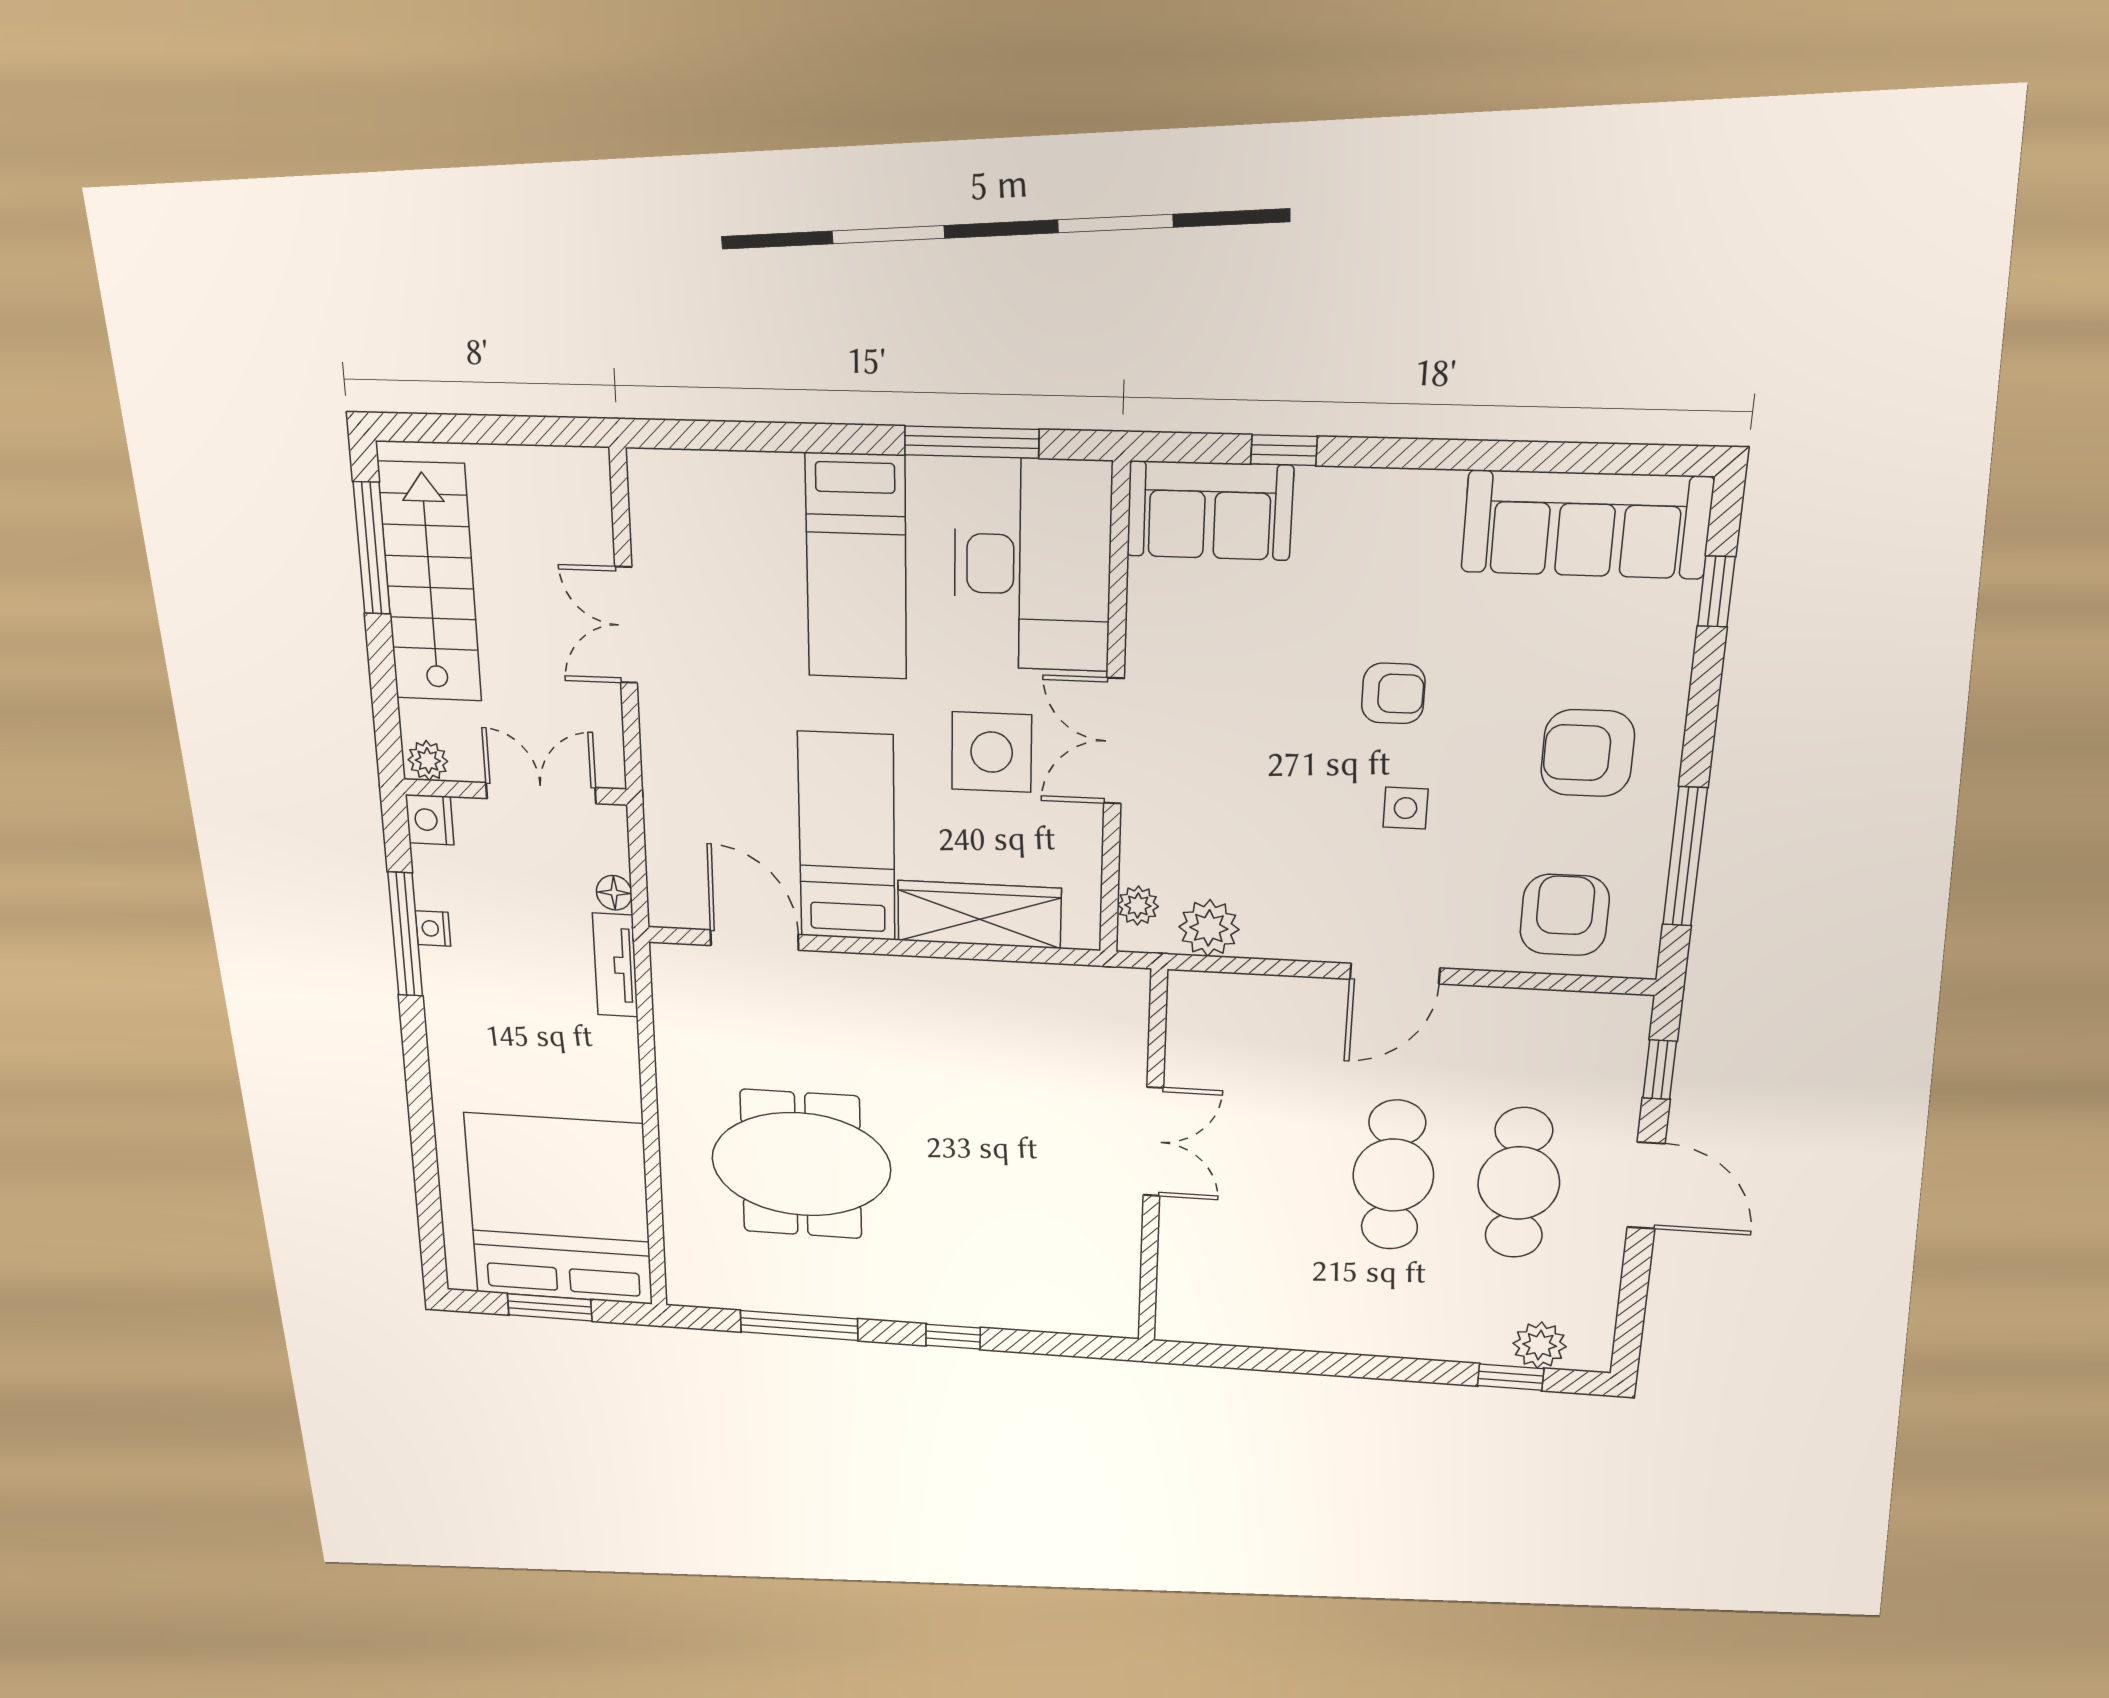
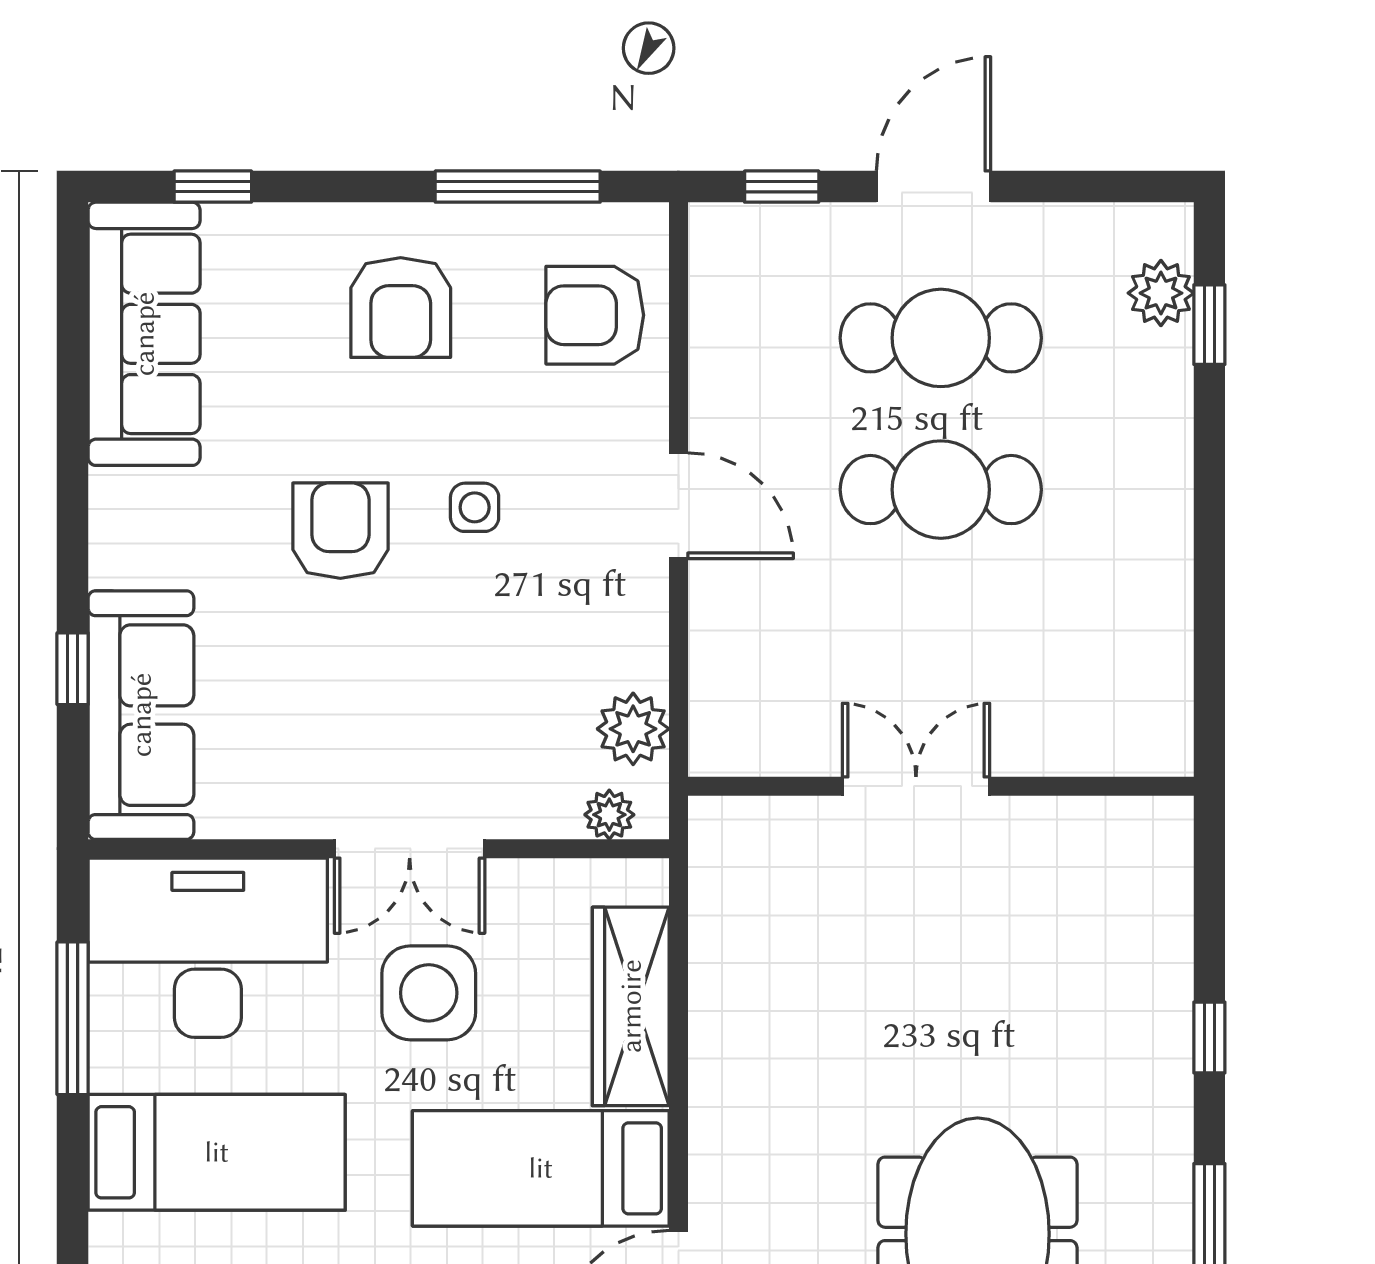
sofa: (1210, 511) -> (141, 715), width x1.36
armchair: (1393, 693) -> (340, 531), width x1.38, depth x1.38

